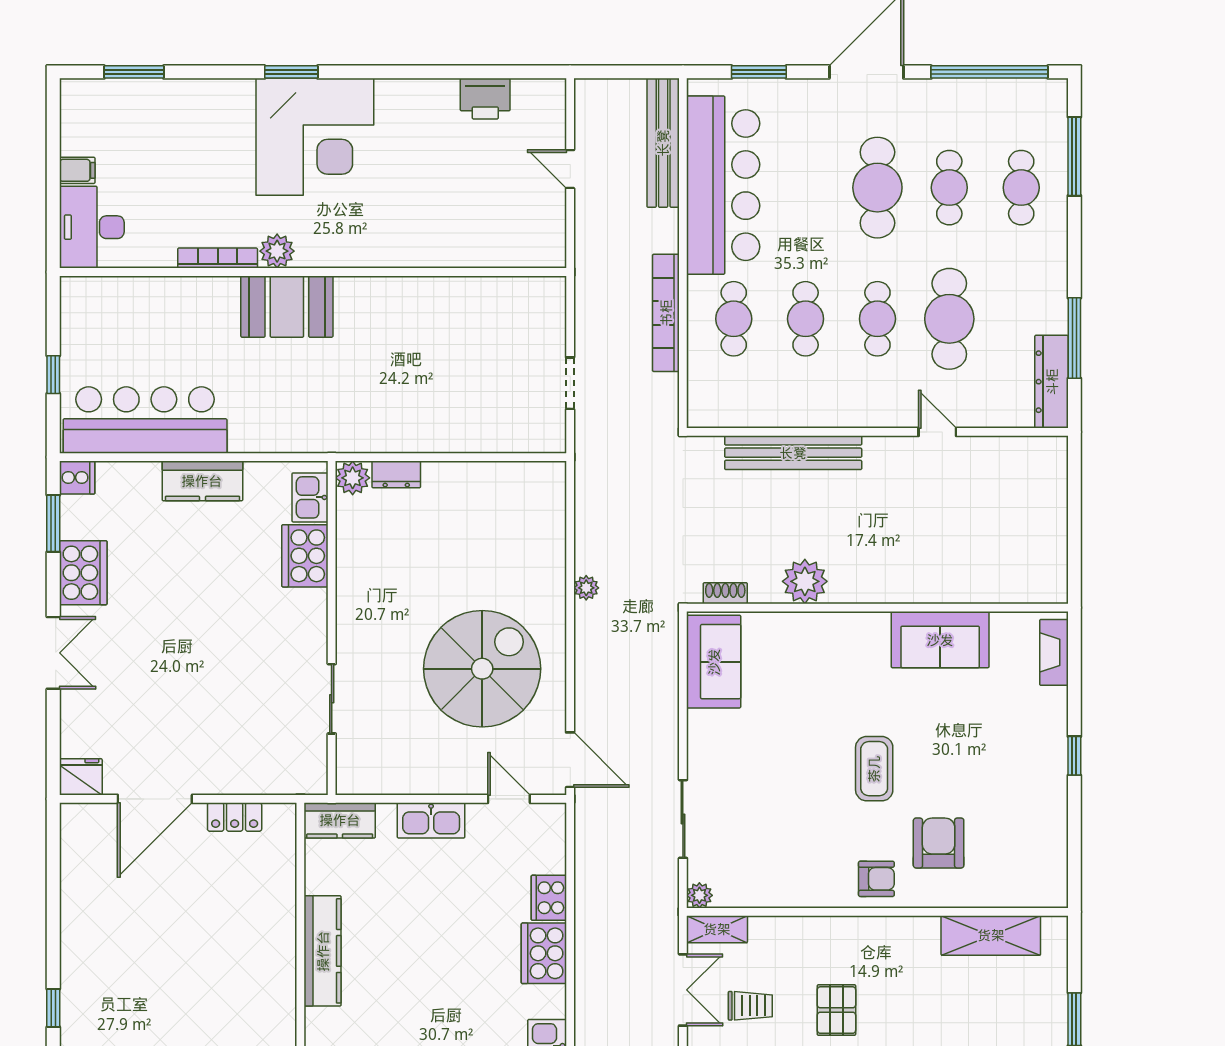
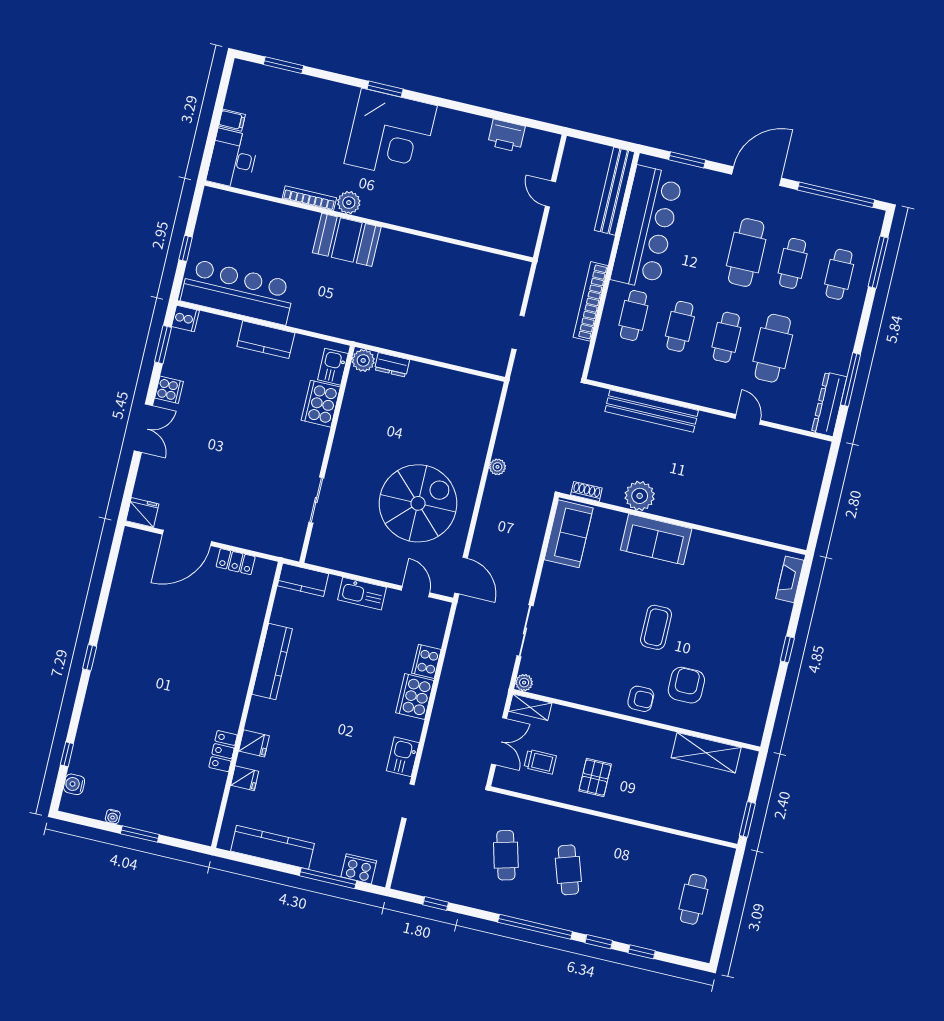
cooker: (83, 573) -> (169, 390), width x0.53, depth x0.76
sofa: (940, 640) -> (656, 539), moved

